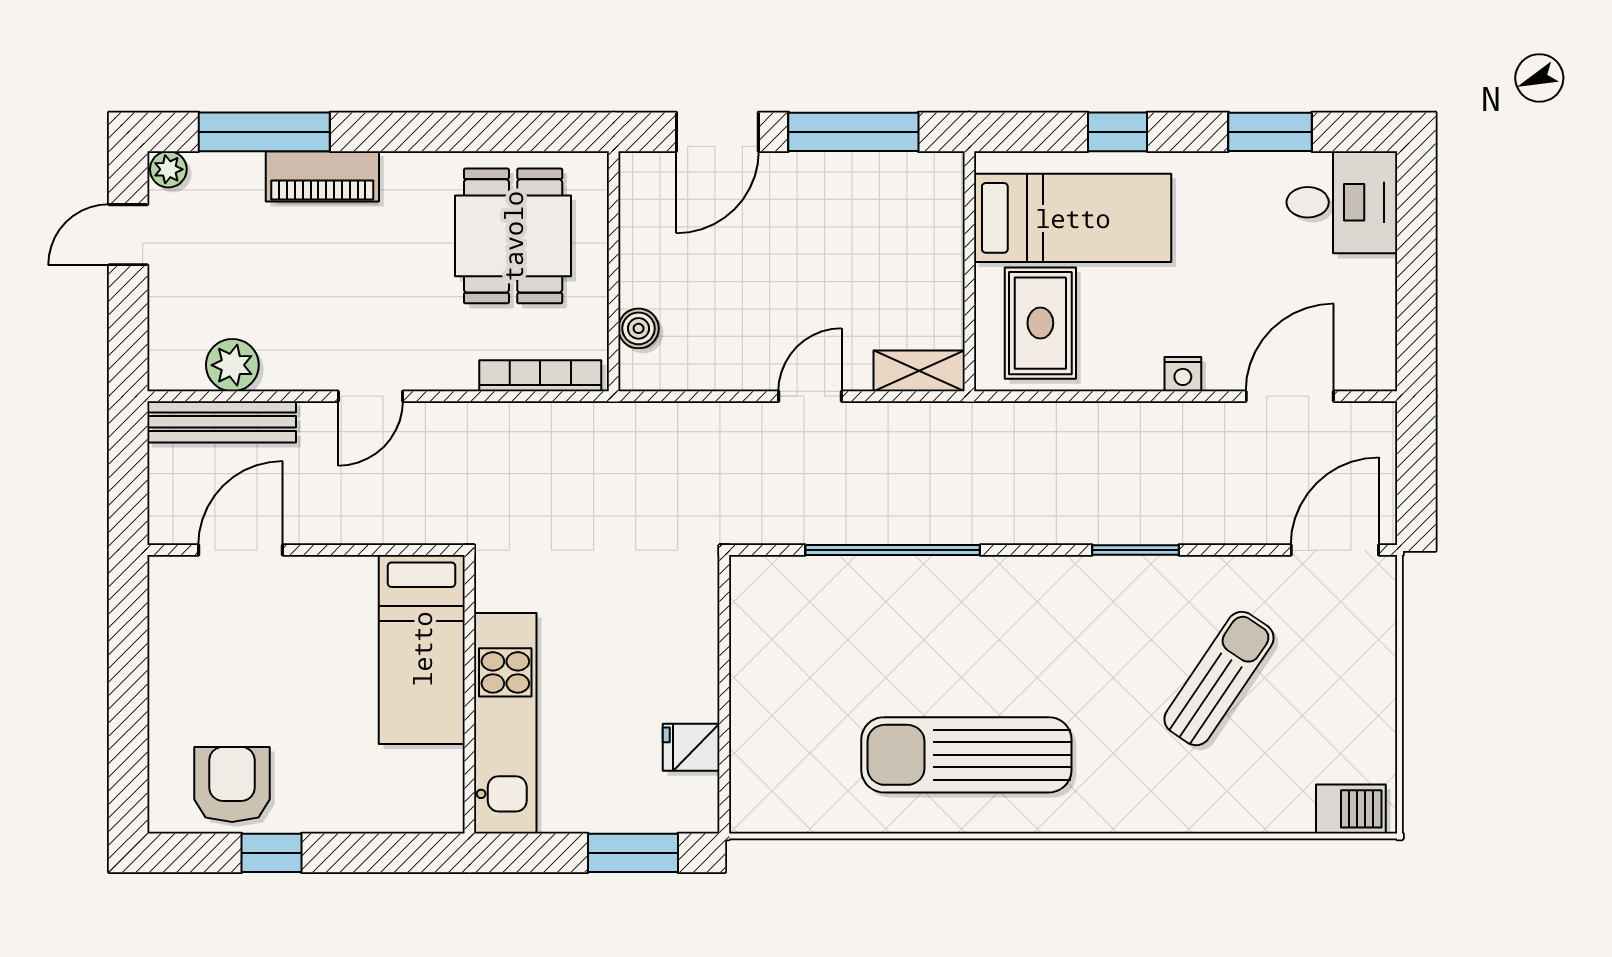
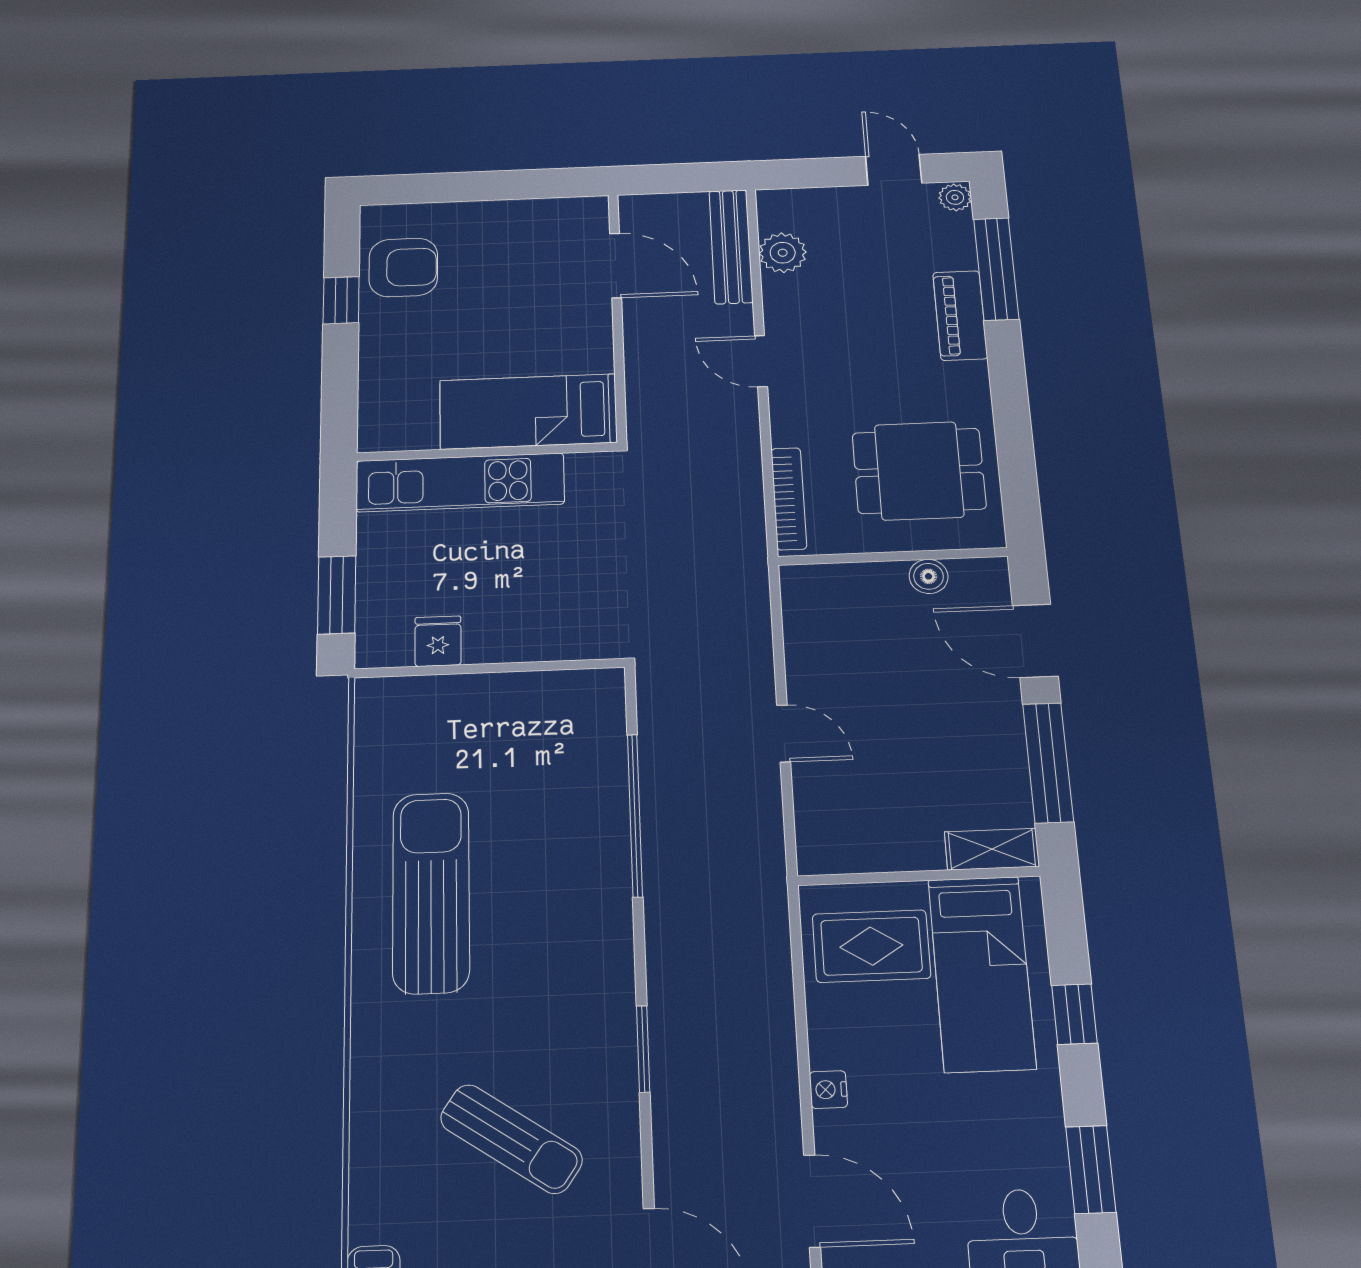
boiler: (639, 328) -> (929, 576), moved
shelving: (919, 371) -> (992, 849), moved, turned 90

